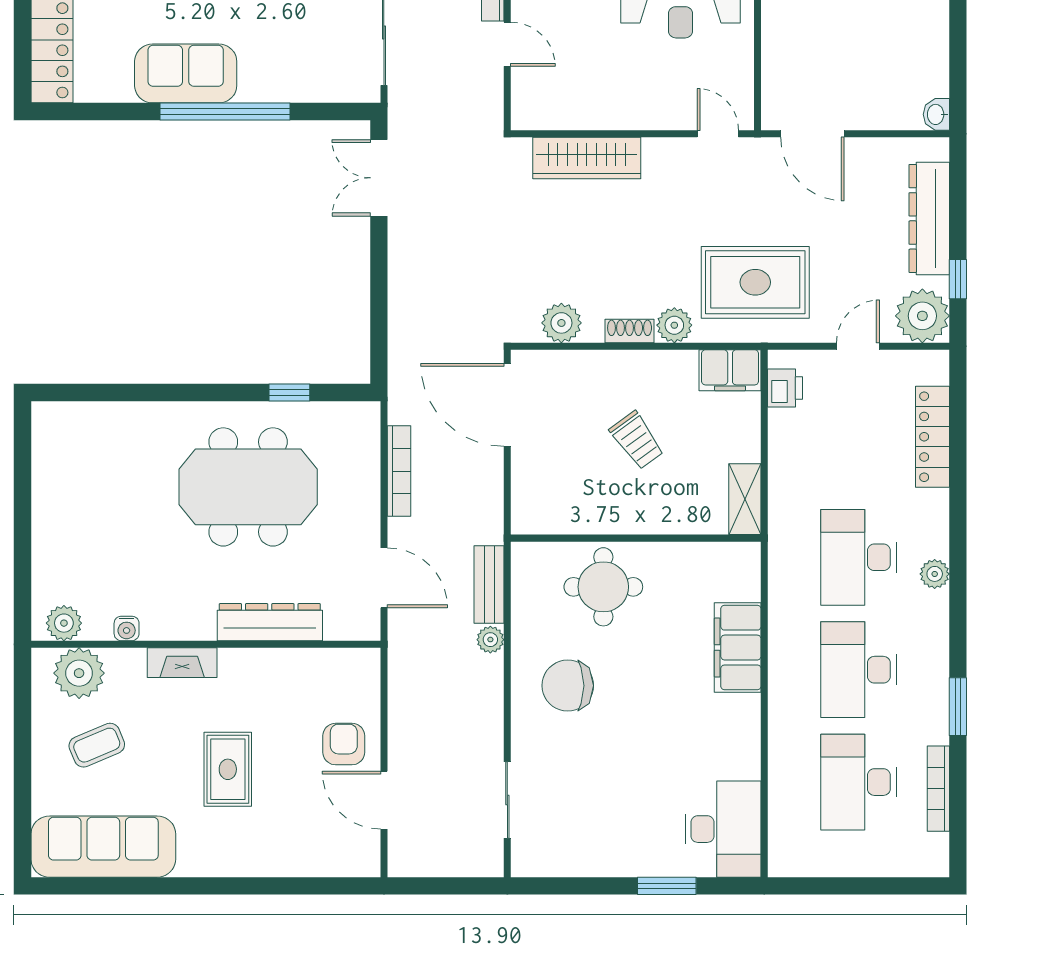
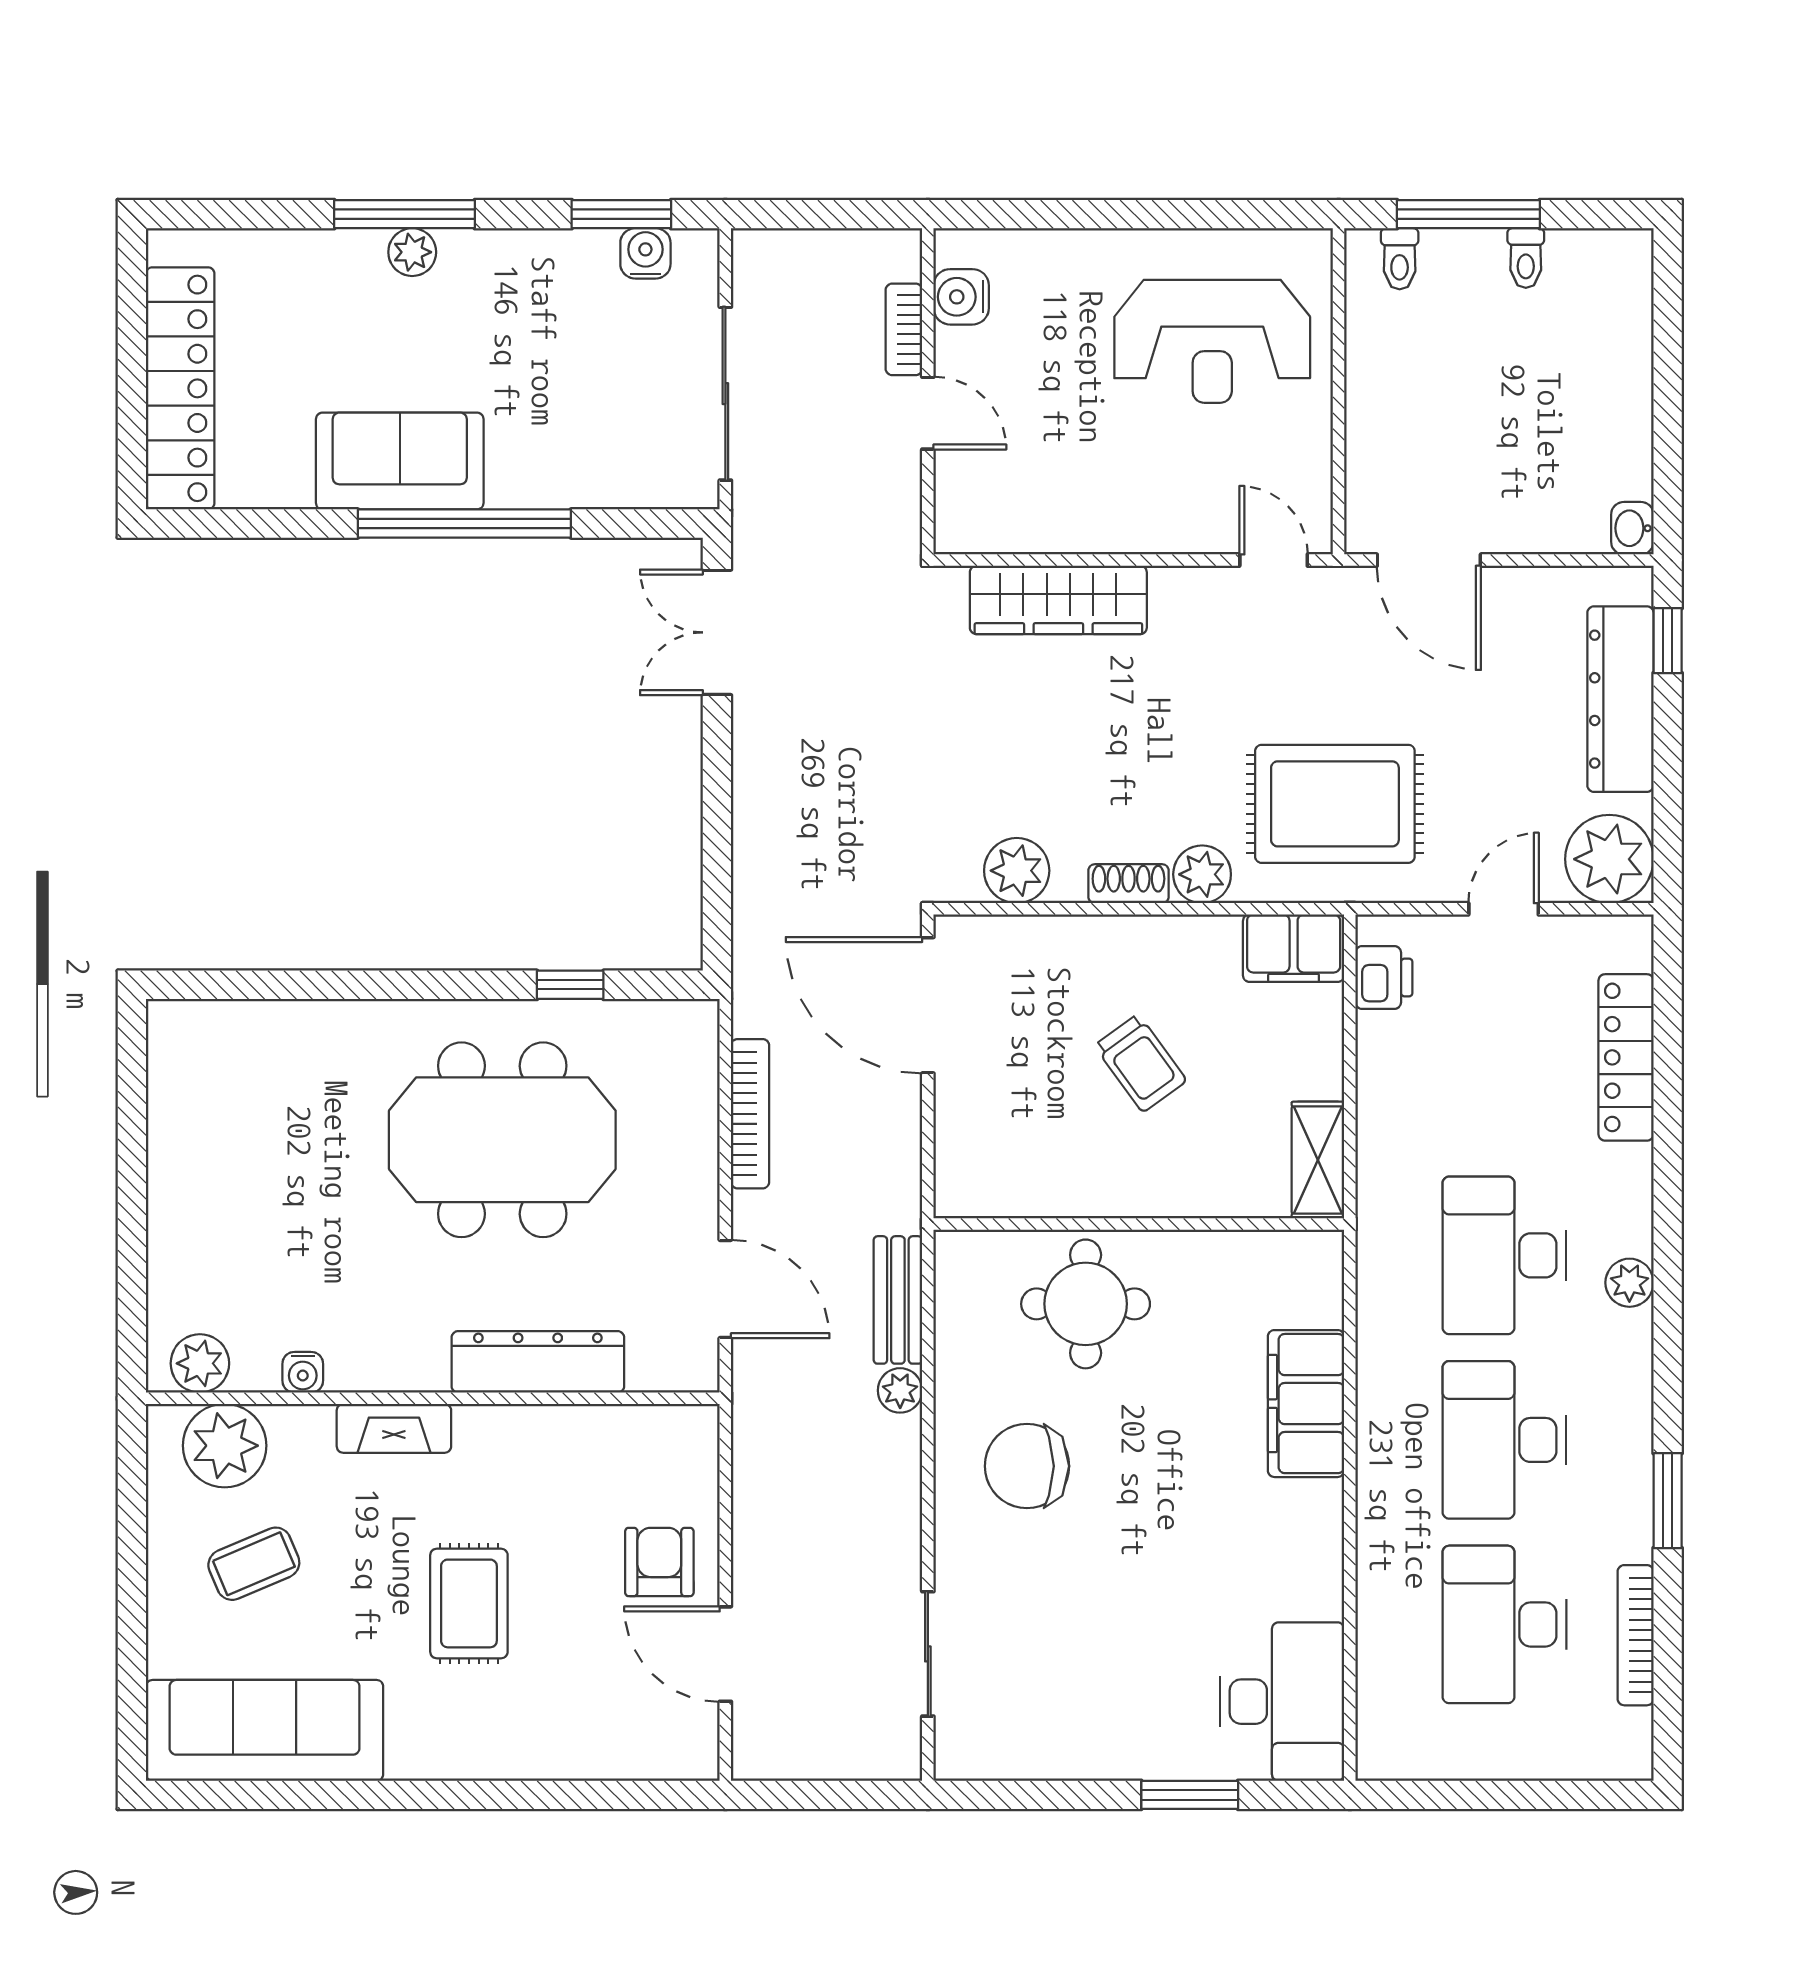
window: (958, 279) -> (1668, 641), moved

